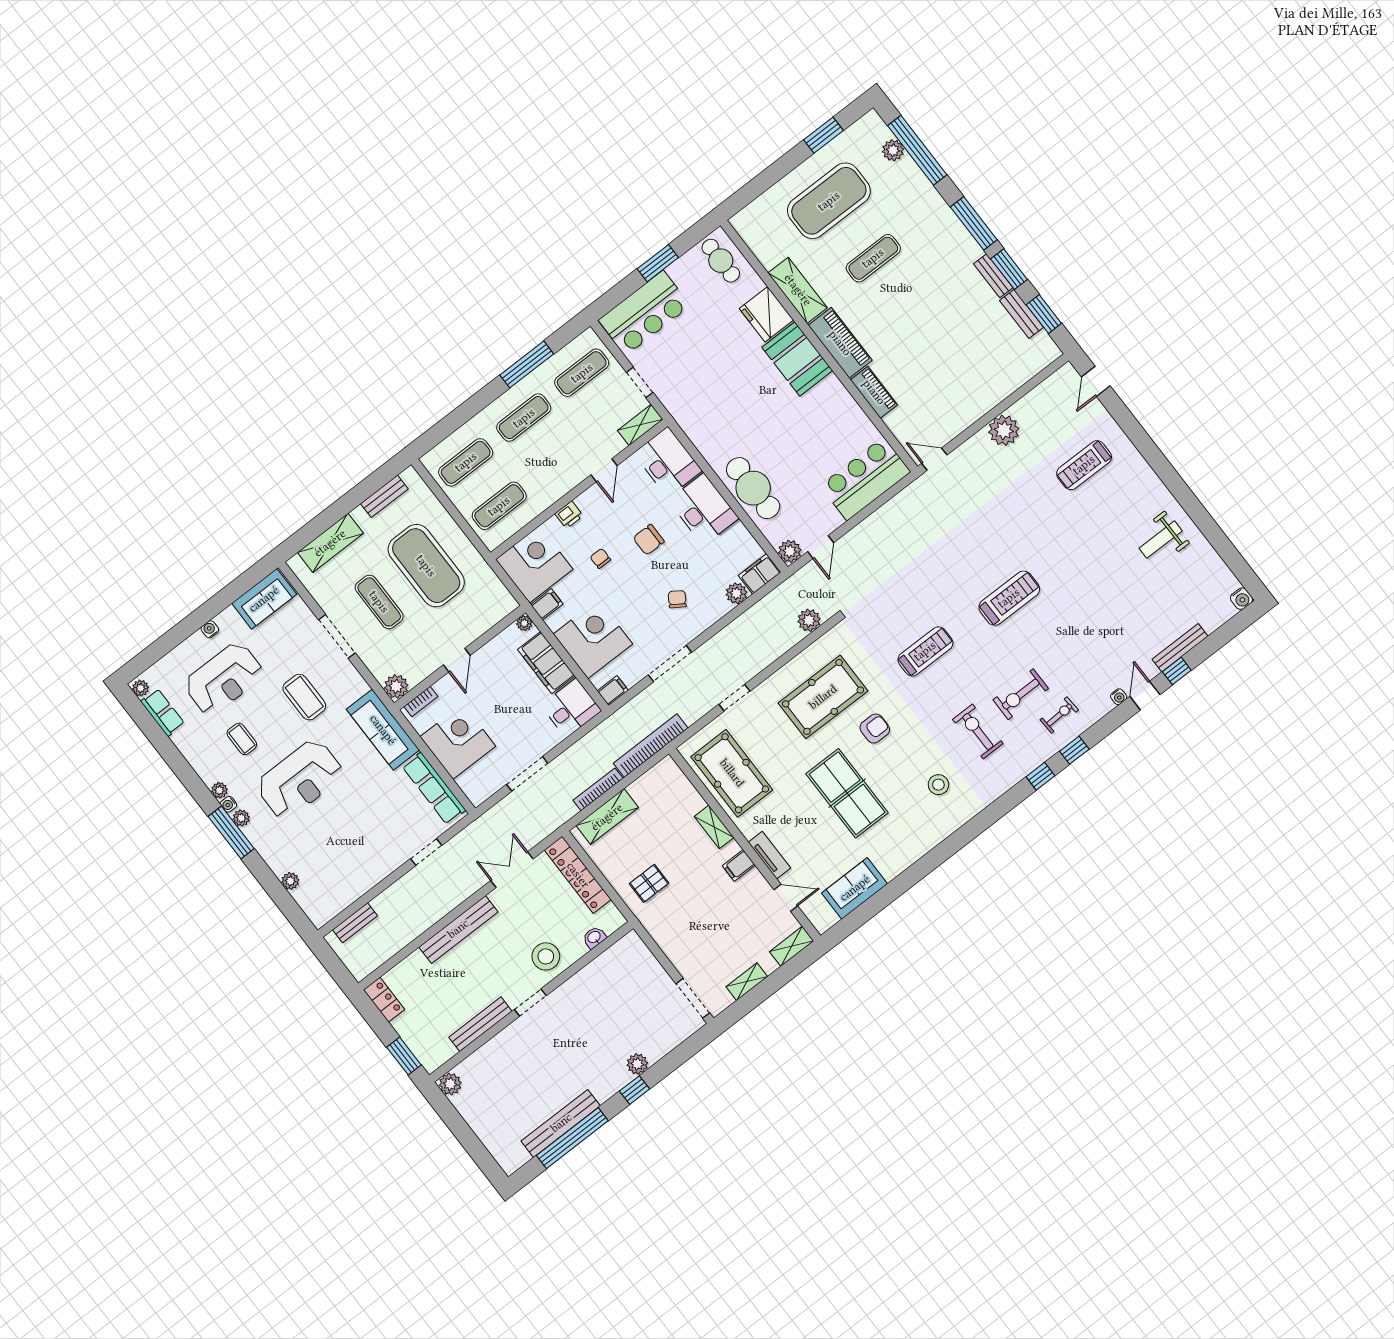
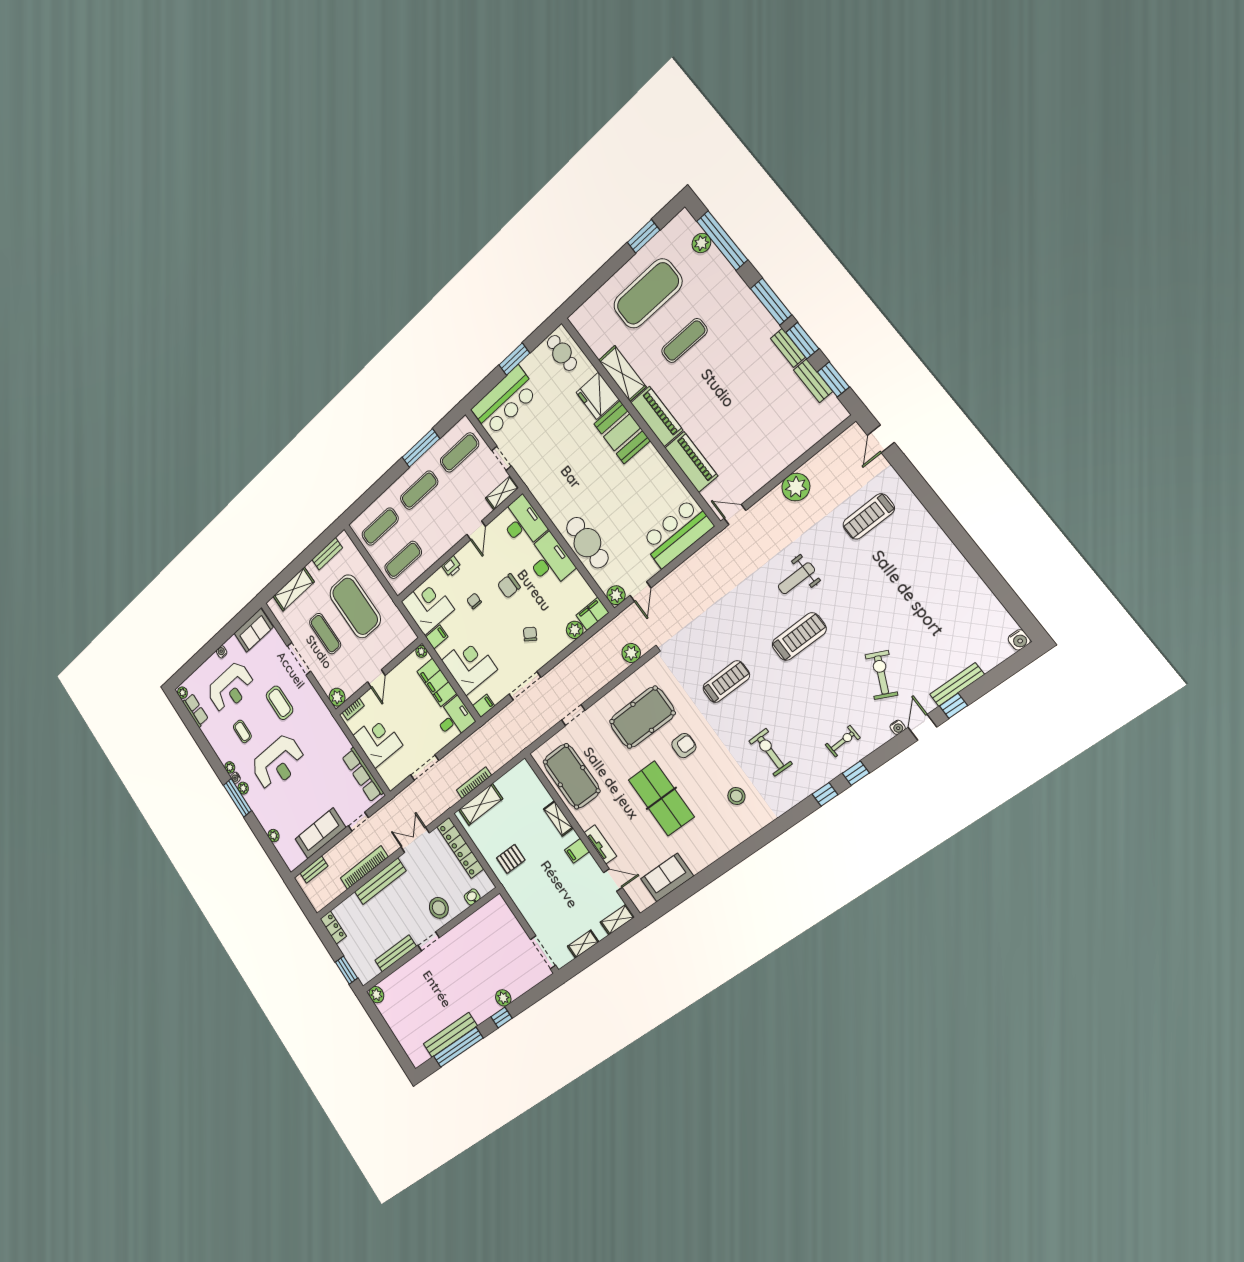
piano: (874, 392) -> (691, 462), width x1.37, depth x1.33
weight bench: (1161, 540) -> (796, 578), moved
exercise bike: (1021, 694) -> (881, 675), moved, turned 115
sofa: (383, 730) -> (320, 833), moved, turned 90
bookcase: (651, 746) -> (364, 868), moved

